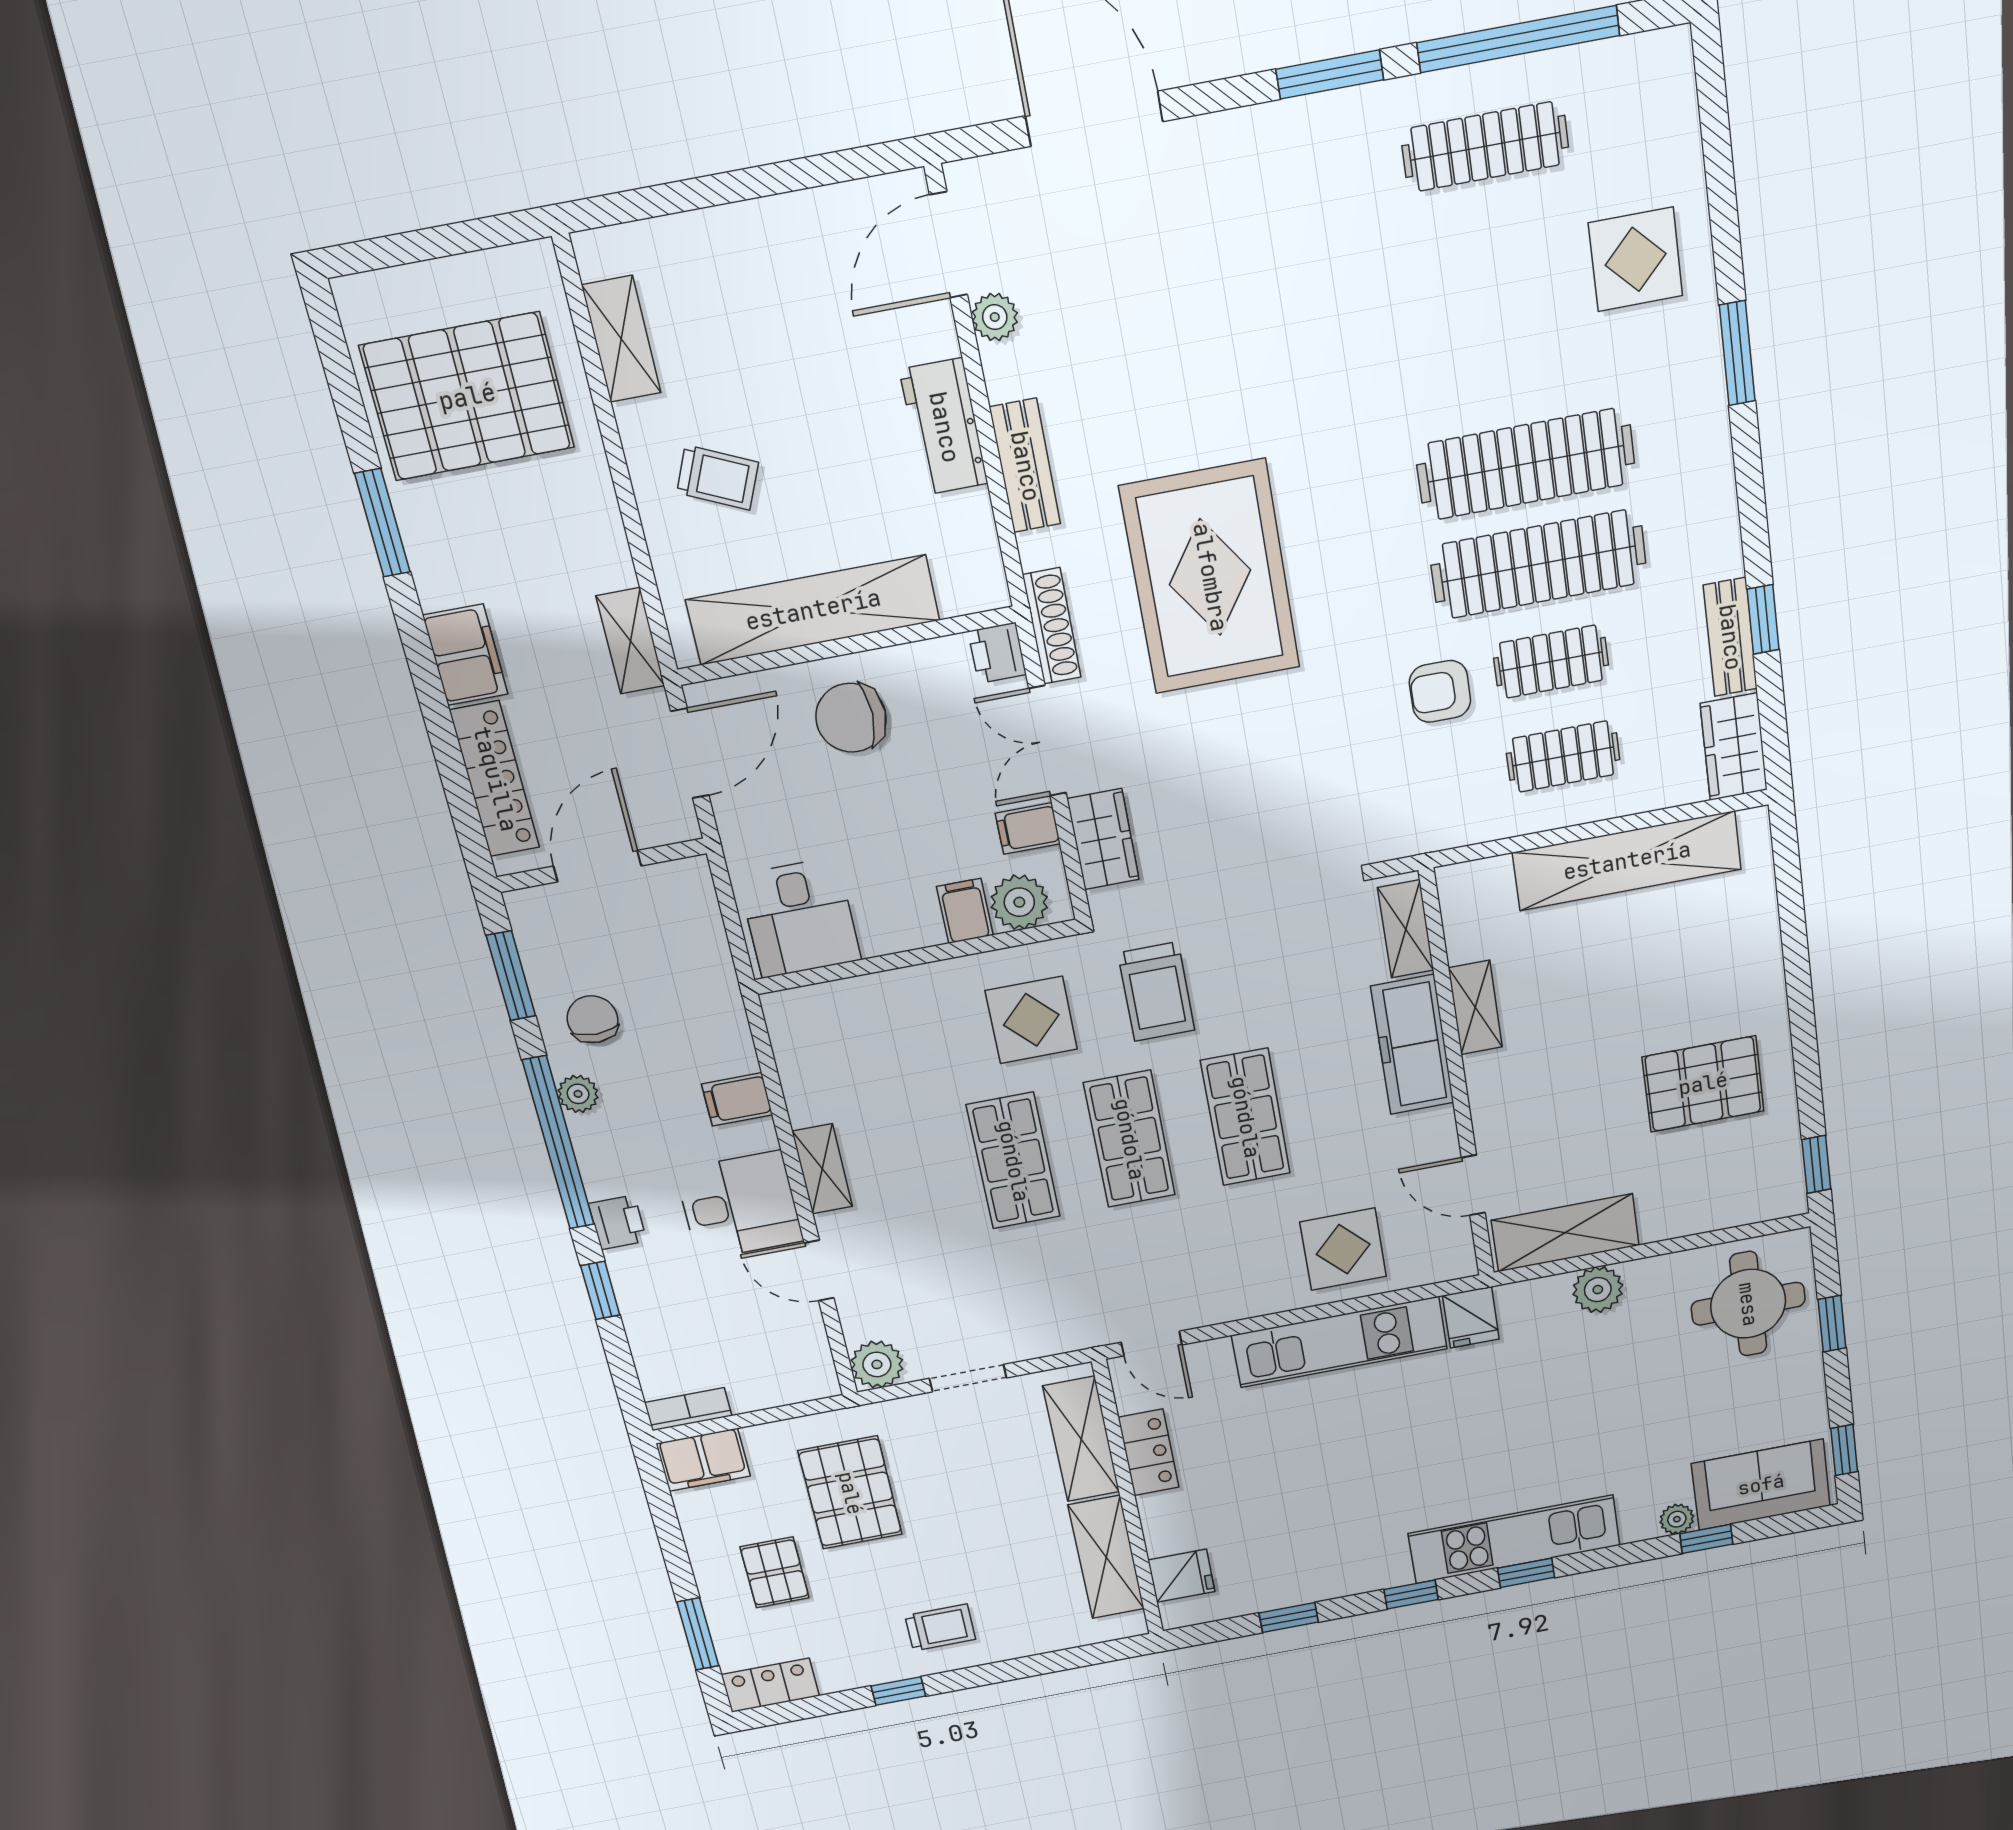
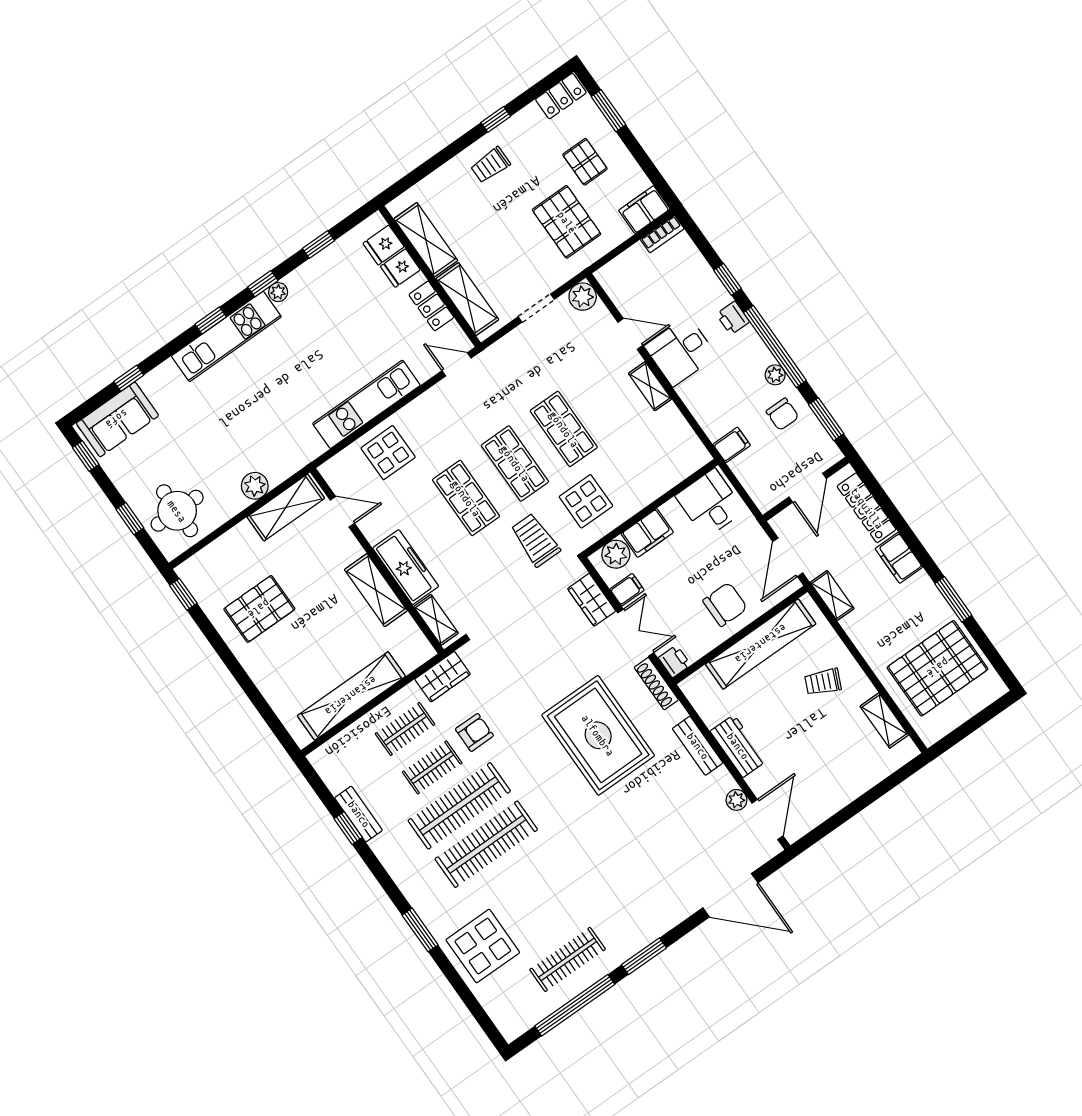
display table: (1636, 259) -> (483, 946), width x1.36, depth x1.36
wardrobe: (1734, 747) -> (443, 677), moved, turned 90
filing cabinet: (965, 911) -> (647, 533), width x2.00
shelving: (1475, 1008) -> (376, 590), width x1.50, depth x1.33
filing cabinet: (737, 1099) -> (732, 445), moved
fridge: (1471, 1317) -> (400, 268), moved, turned -90
plant: (1677, 1519) -> (278, 292), moved

